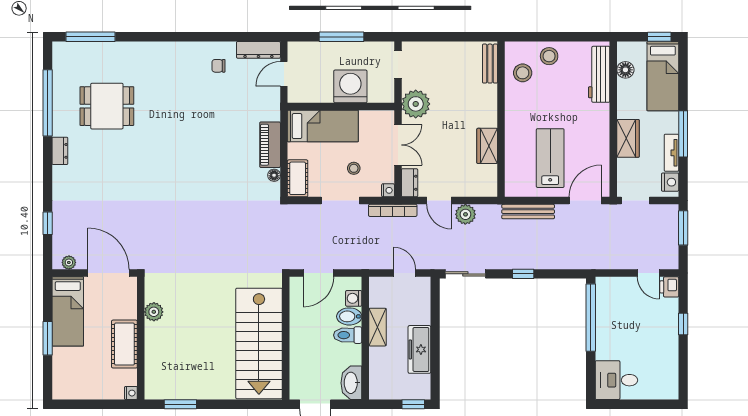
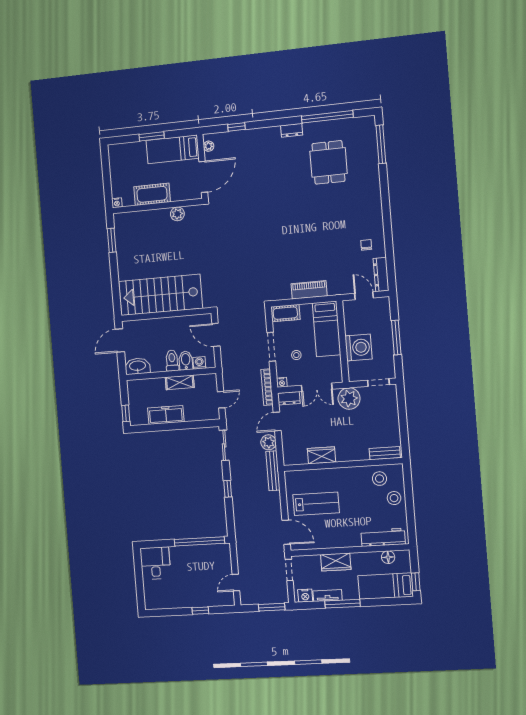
floor lamp: (274, 175) -> (286, 295), removed
bench: (528, 212) -> (273, 471), moved
printer: (669, 287) -> (227, 599), removed

